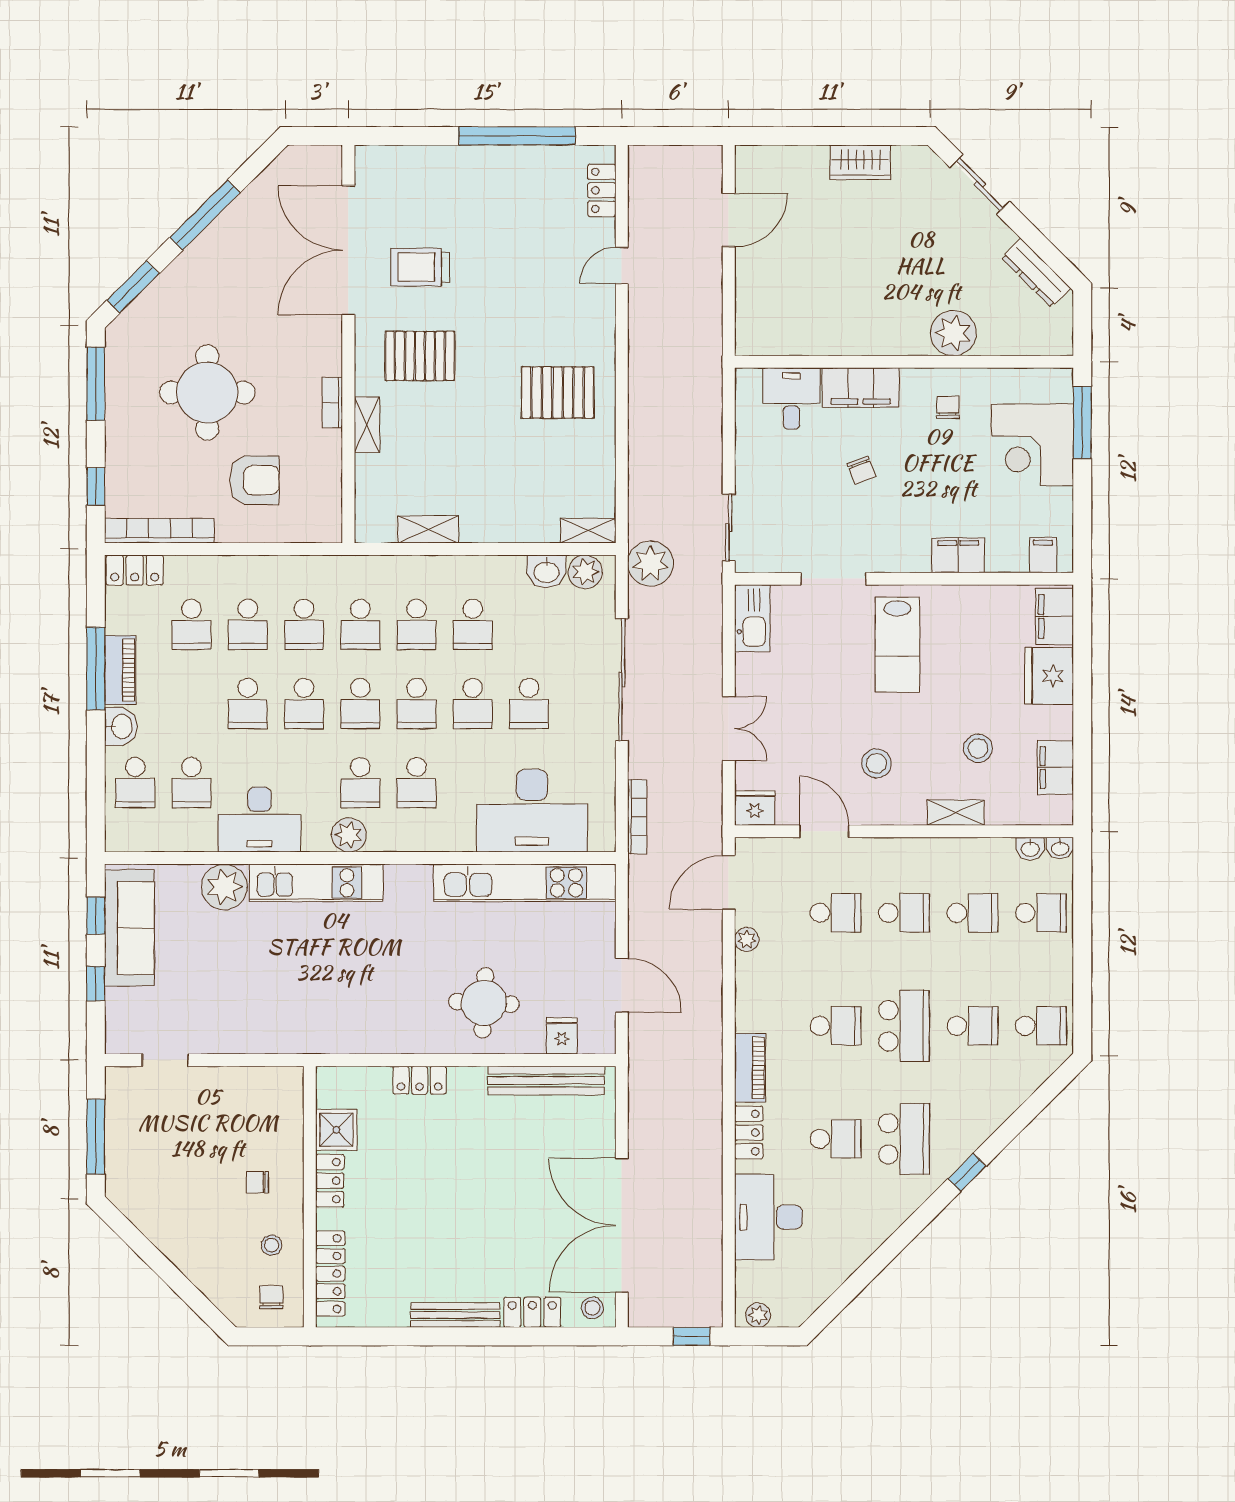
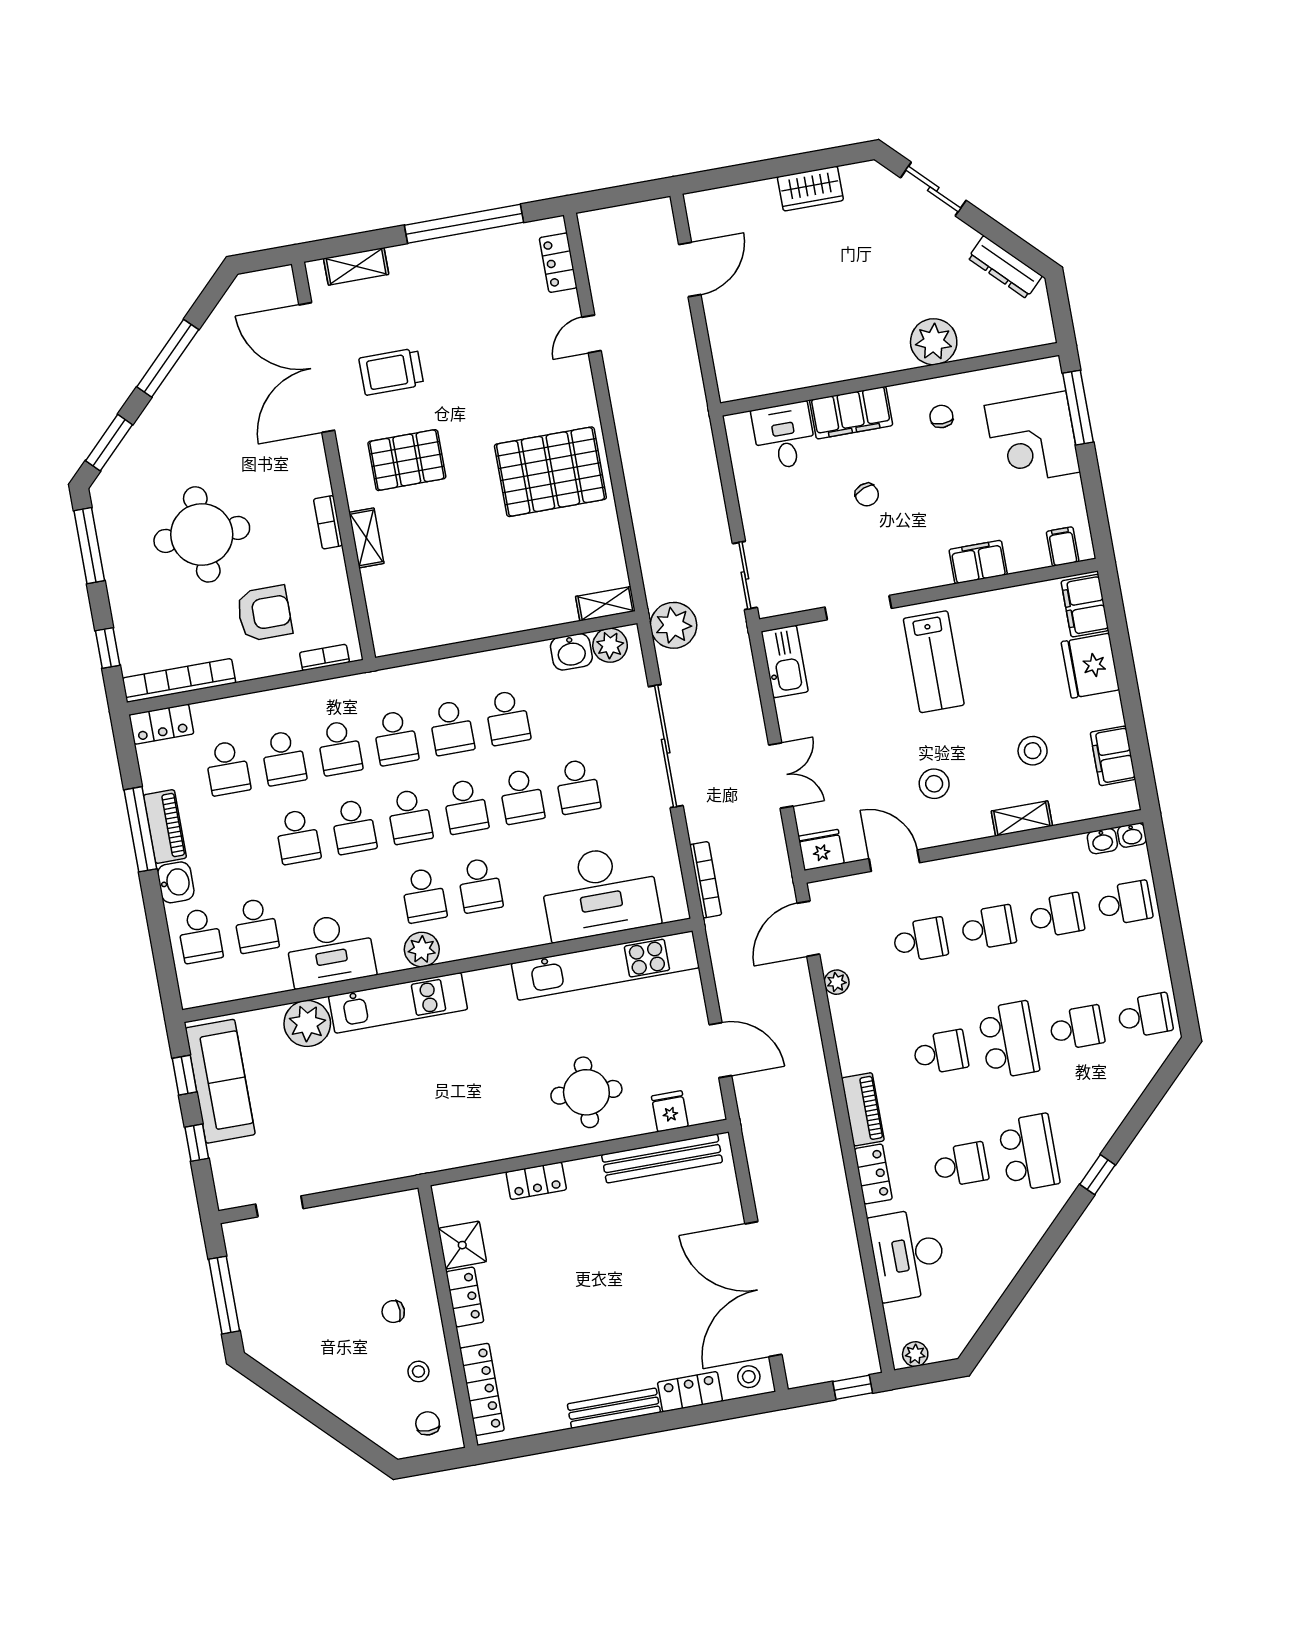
pallet: (558, 392) -> (550, 472), width x1.37, depth x1.41
shelving: (428, 529) -> (356, 266), moved
bookcase: (305, 534) -> (324, 657), added

